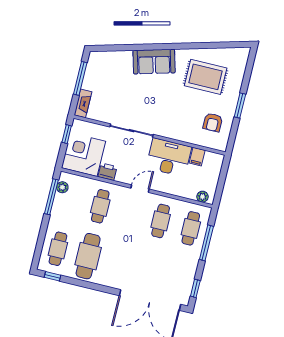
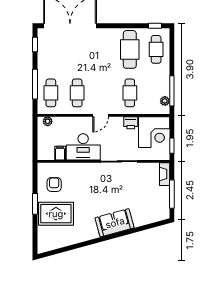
rug: (206, 77) -> (56, 214), moved

